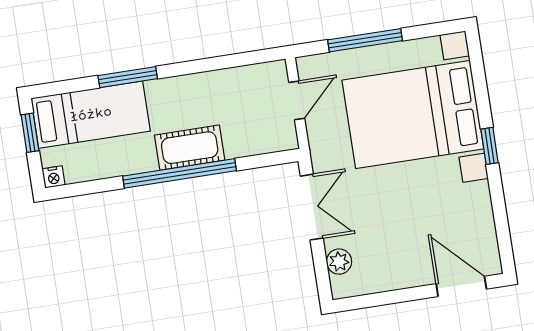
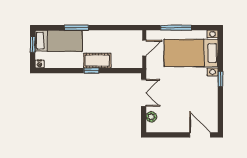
bed with nightstands: (413, 115) -> (191, 53), width x0.73
window: (179, 173) -> (91, 71), width x0.32

